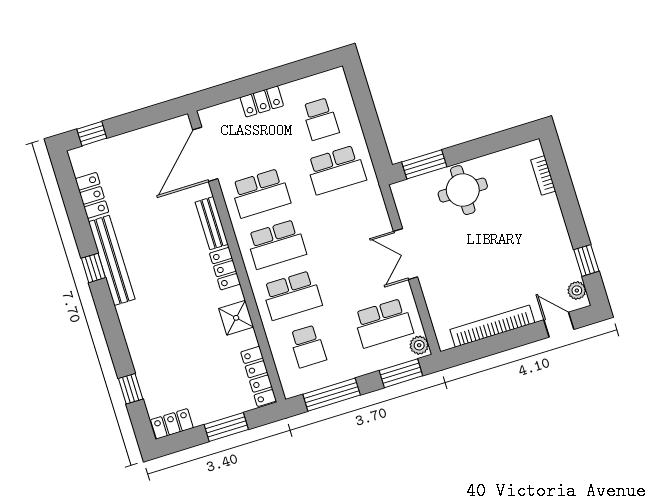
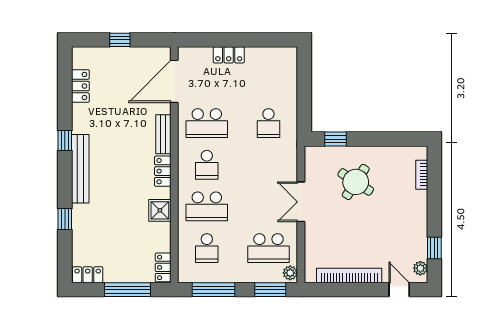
school desk: (320, 119) -> (268, 81), removed
window: (92, 134) -> (120, 40), moved
window: (424, 164) -> (336, 139), width x0.67
school desk: (336, 170) -> (268, 123), width x0.54
round table: (463, 190) -> (356, 182), moved, turned 33
school desk: (276, 244) -> (207, 165), width x0.54
bench: (112, 260) -> (80, 169), moved
locker: (259, 376) -> (163, 267), width x0.66
window: (131, 389) -> (65, 219), moved
window: (226, 427) -> (127, 290), width x1.44

